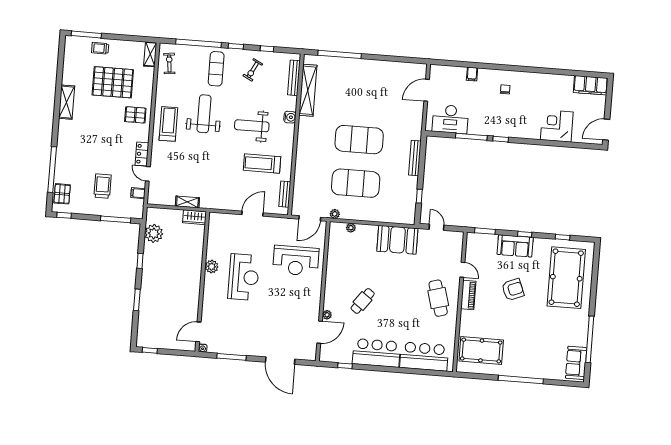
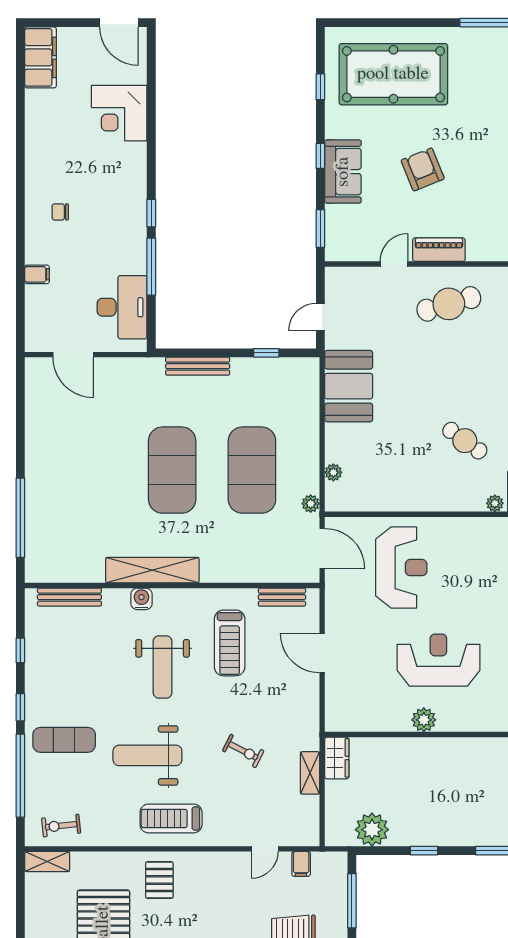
exercise bike: (253, 70) -> (243, 751), moved
shelving: (308, 90) -> (152, 570), moved
locker: (142, 154) -> (229, 862), removed

